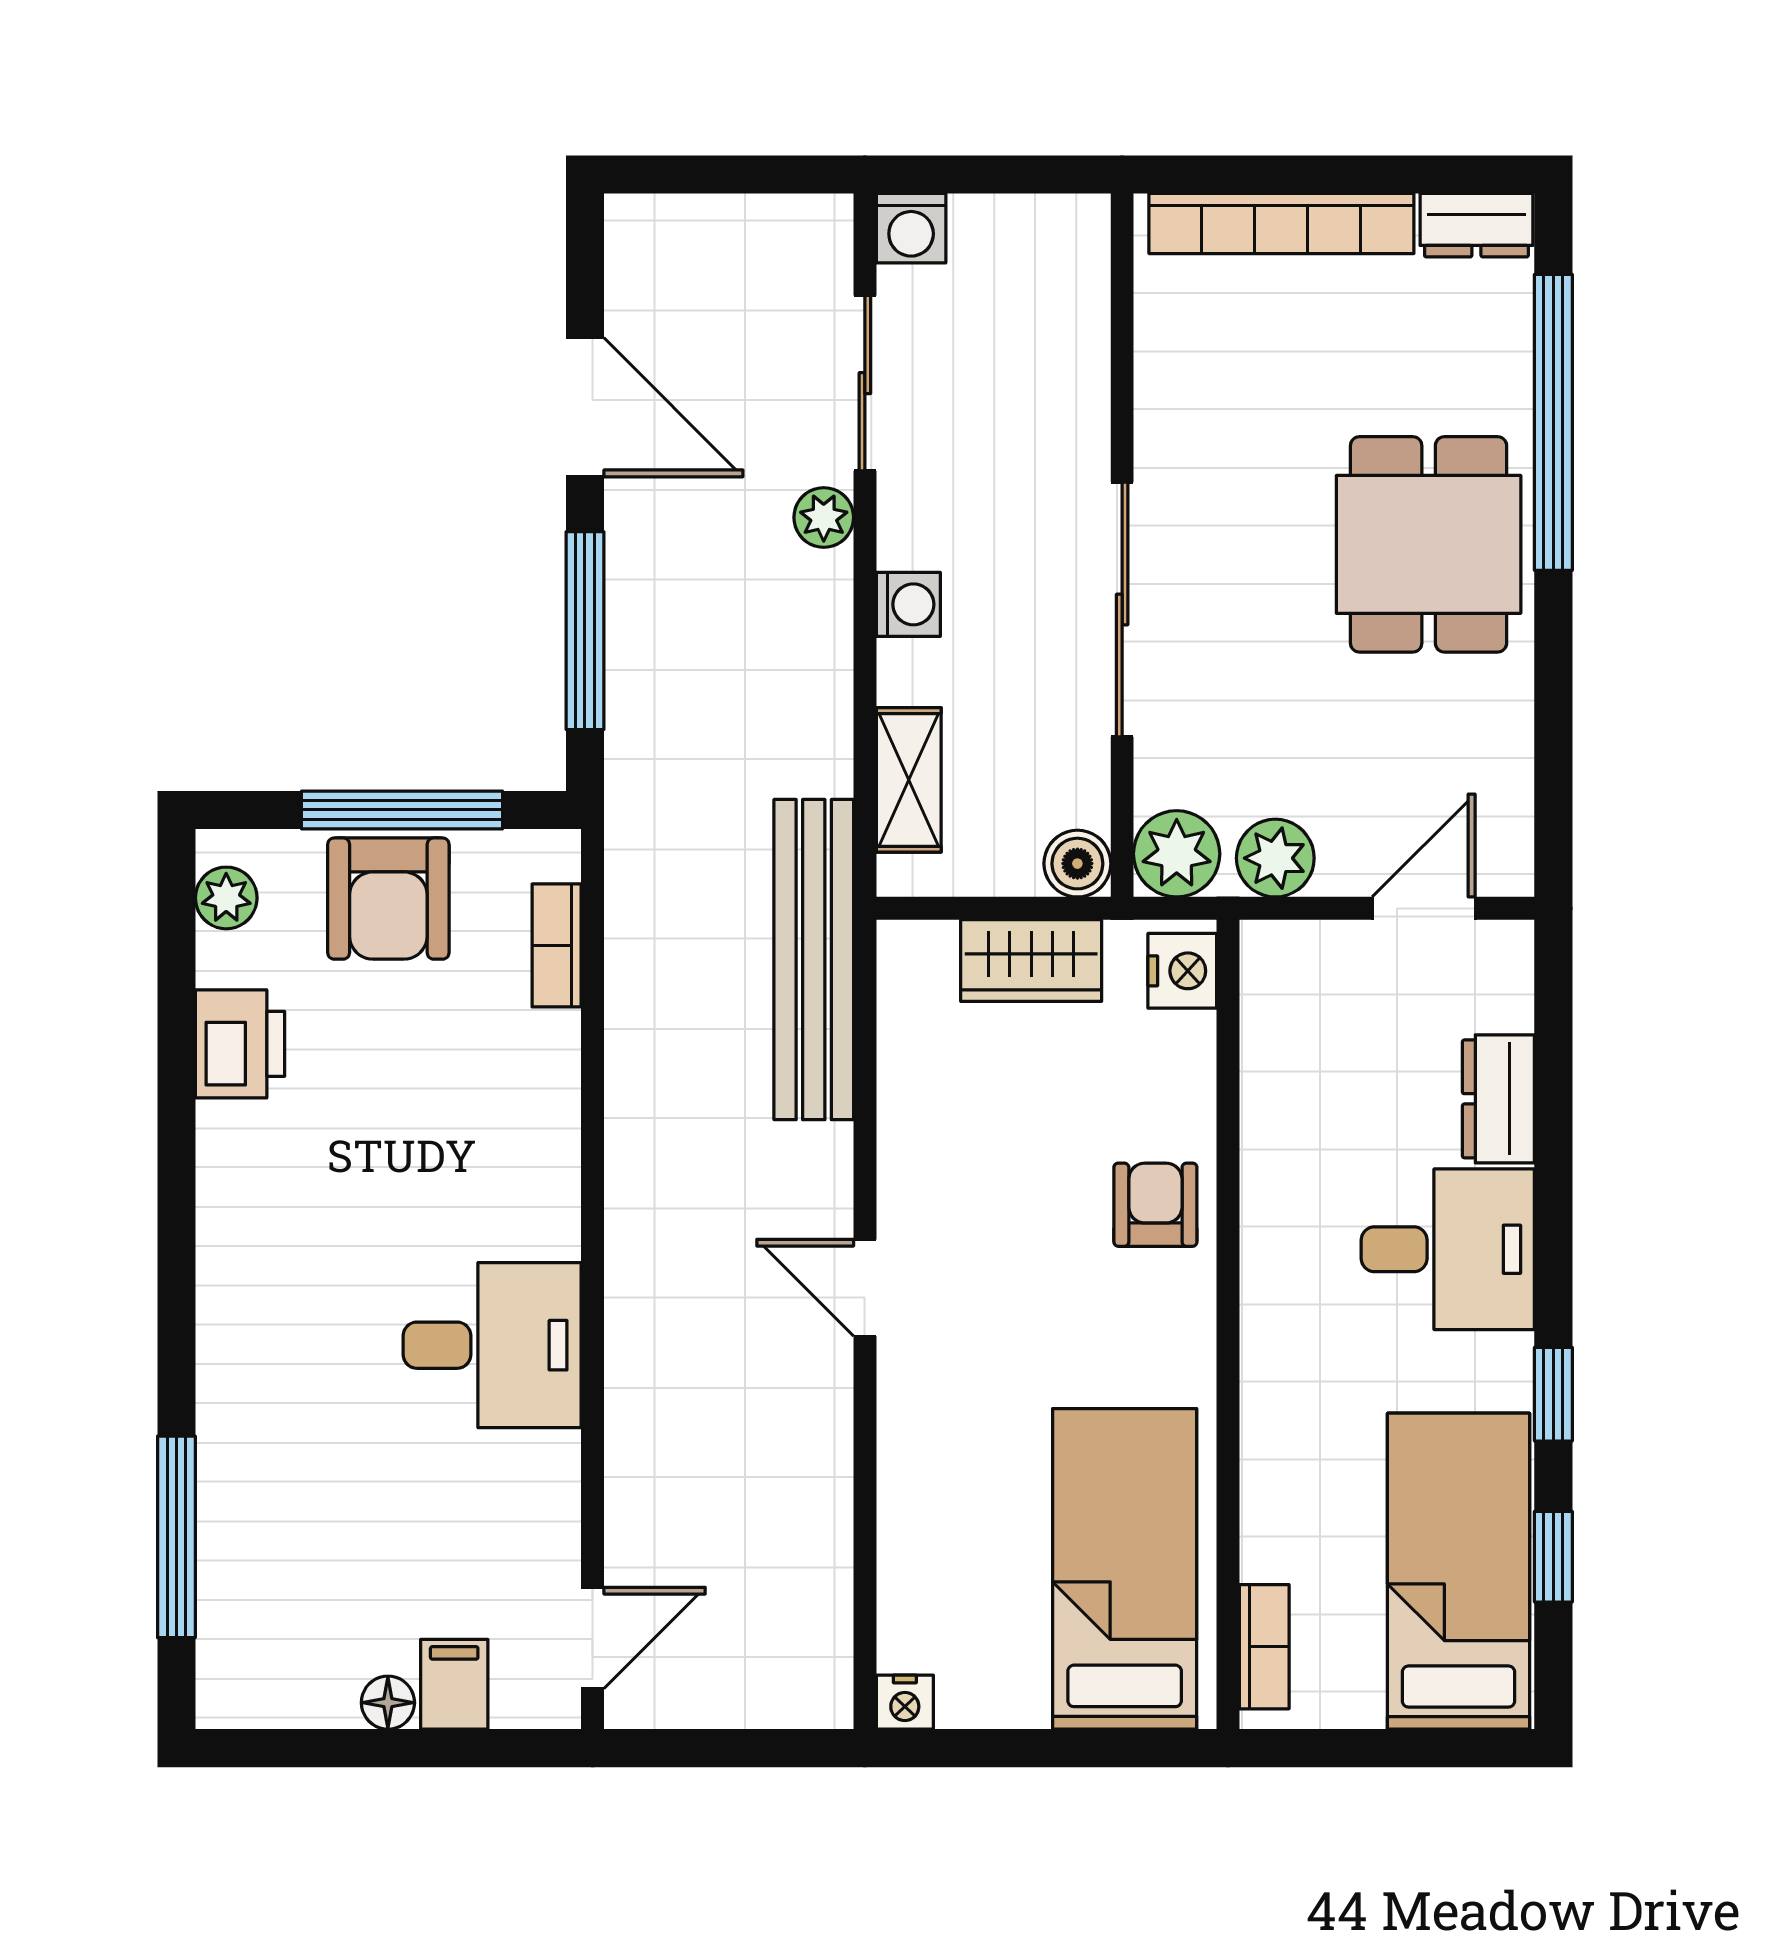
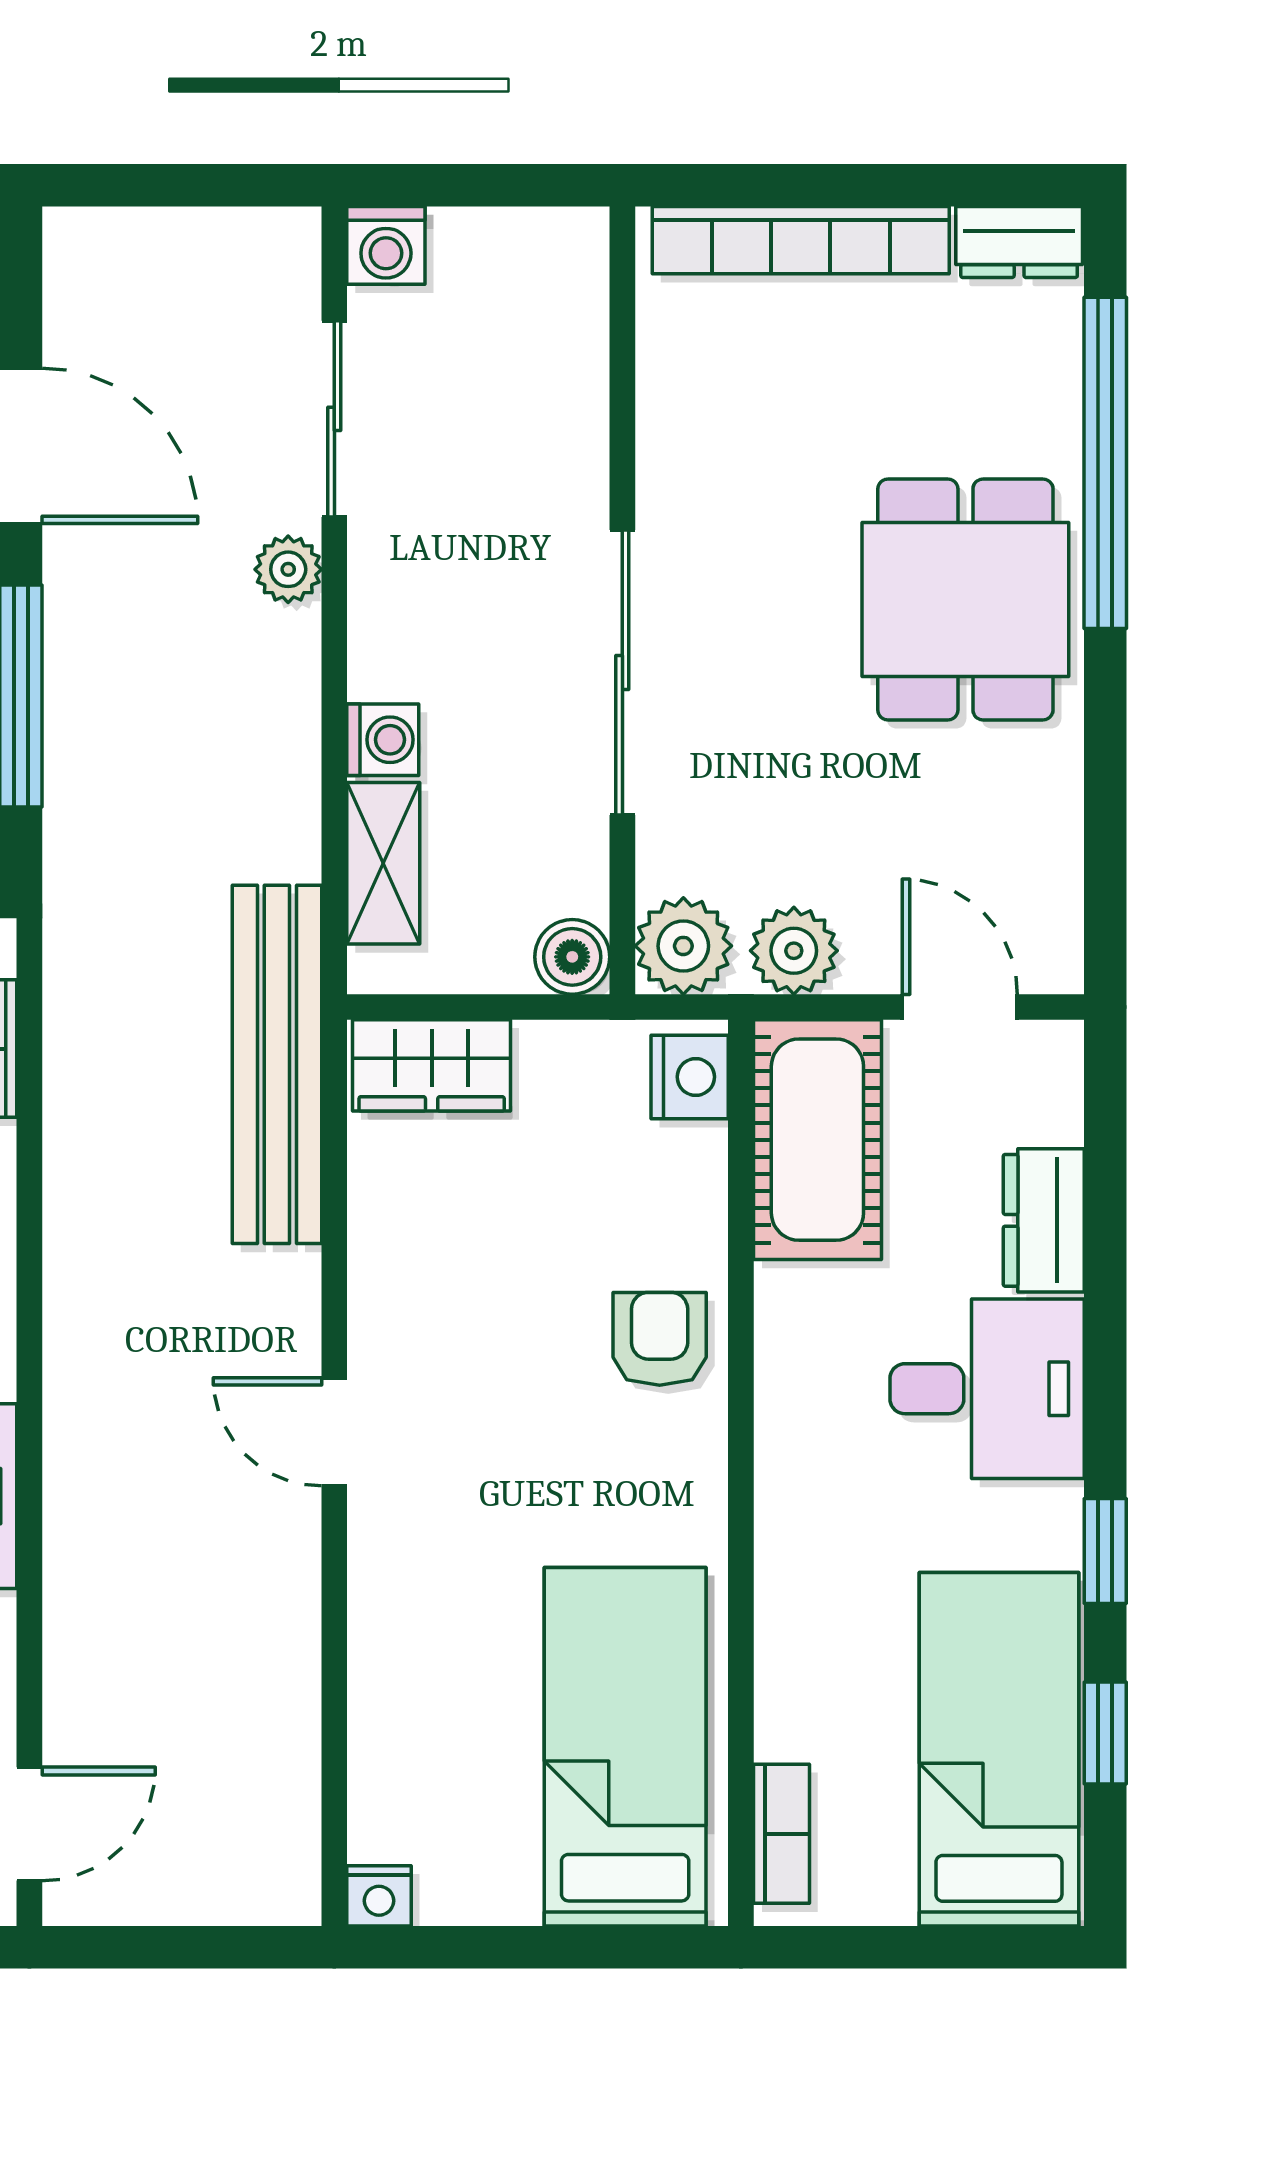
washing machine: (908, 604) -> (383, 740), moved
door: (1424, 908) -> (960, 1007), hinge flipped
wardrobe: (1031, 961) -> (432, 1065), moved
cot: (1296, 1027) -> (817, 1140), added

